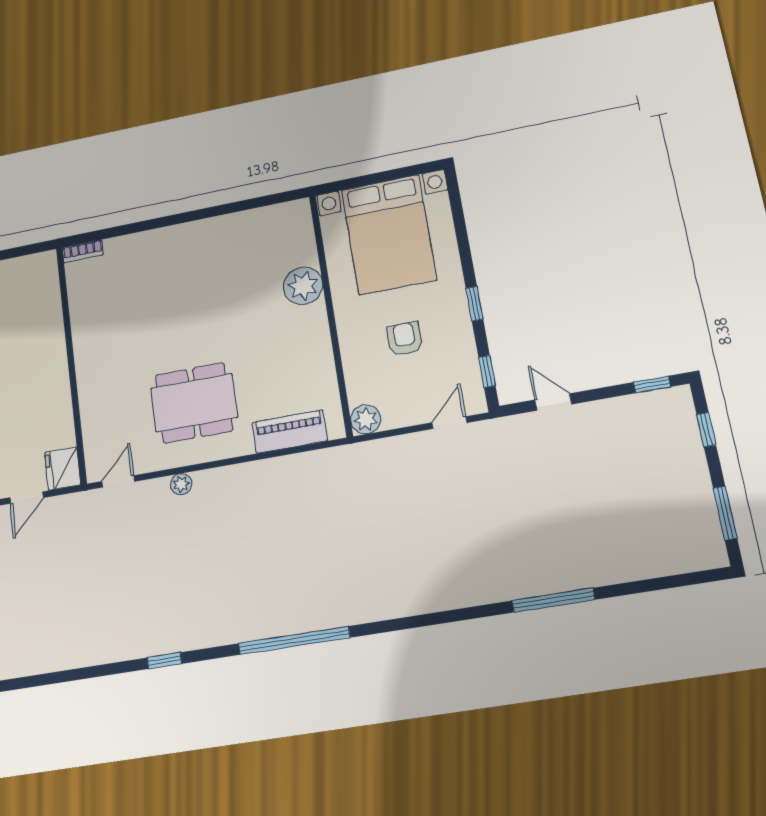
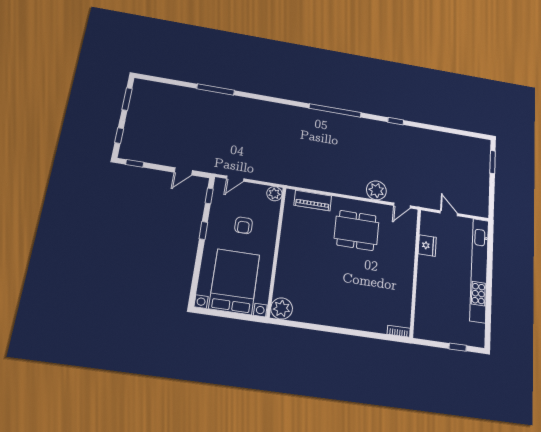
plant: (303, 286) -> (282, 308), moved
door: (553, 402) -> (183, 171), hinge flipped
fridge: (63, 469) -> (427, 246), moved
plant: (181, 484) -> (376, 190), width x1.88, depth x1.88
door: (27, 498) -> (449, 213), hinge flipped

